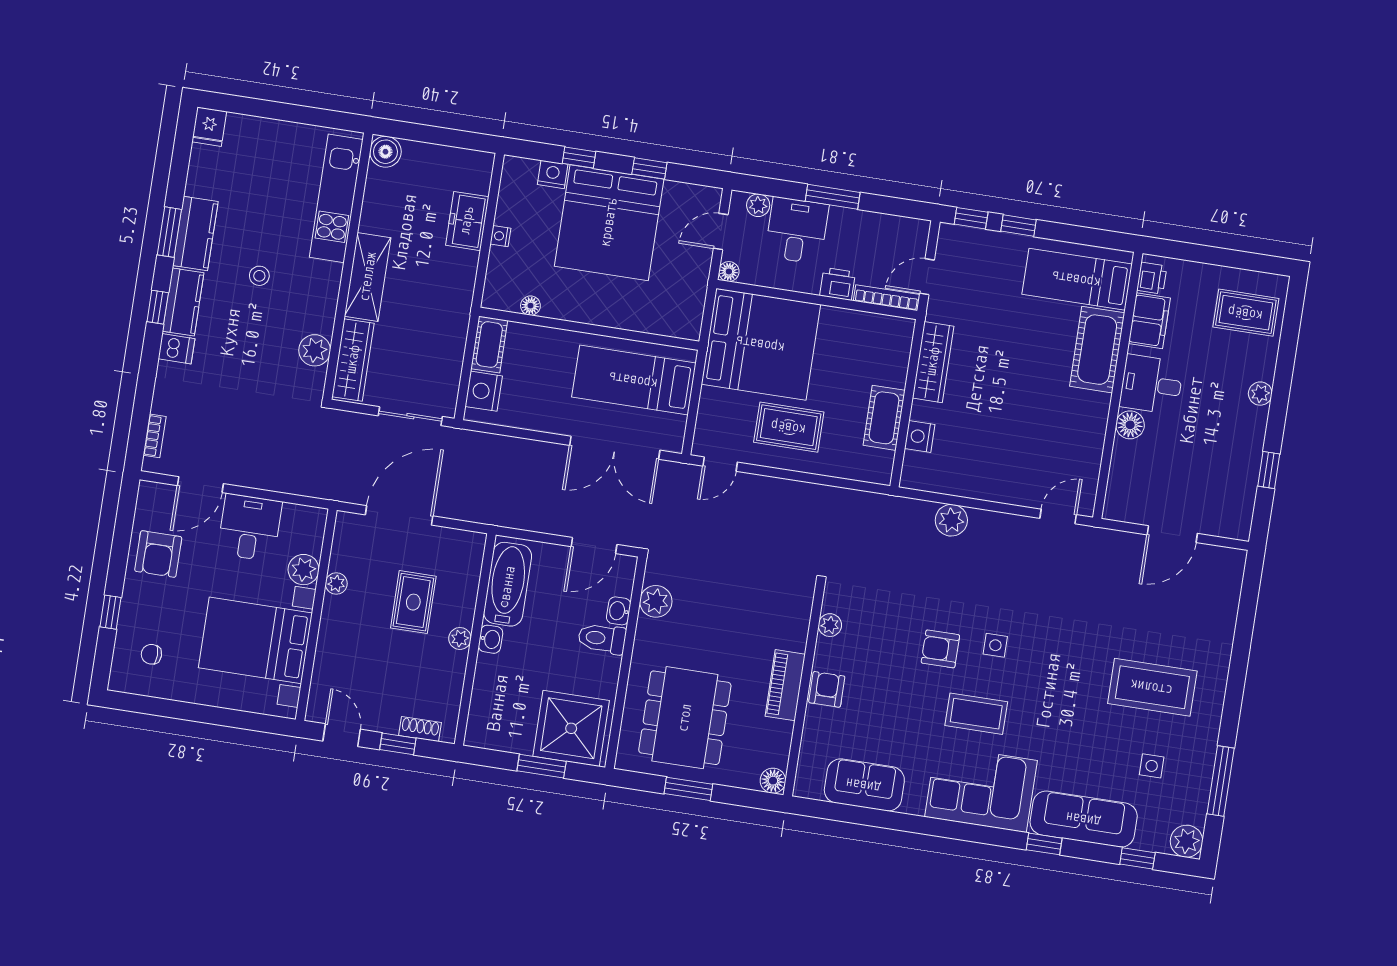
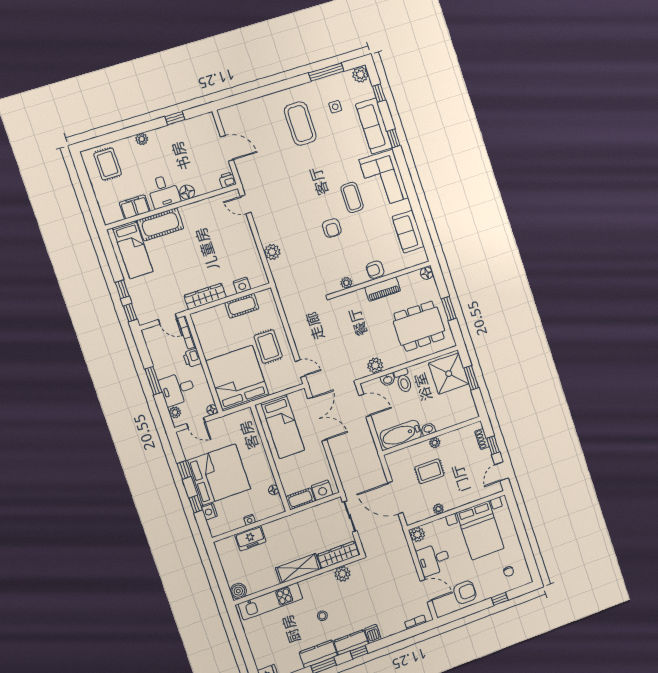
printer: (1152, 278) -> (228, 180), moved
plant: (304, 570) -> (417, 534), moved
side table: (995, 645) -> (318, 204), removed

